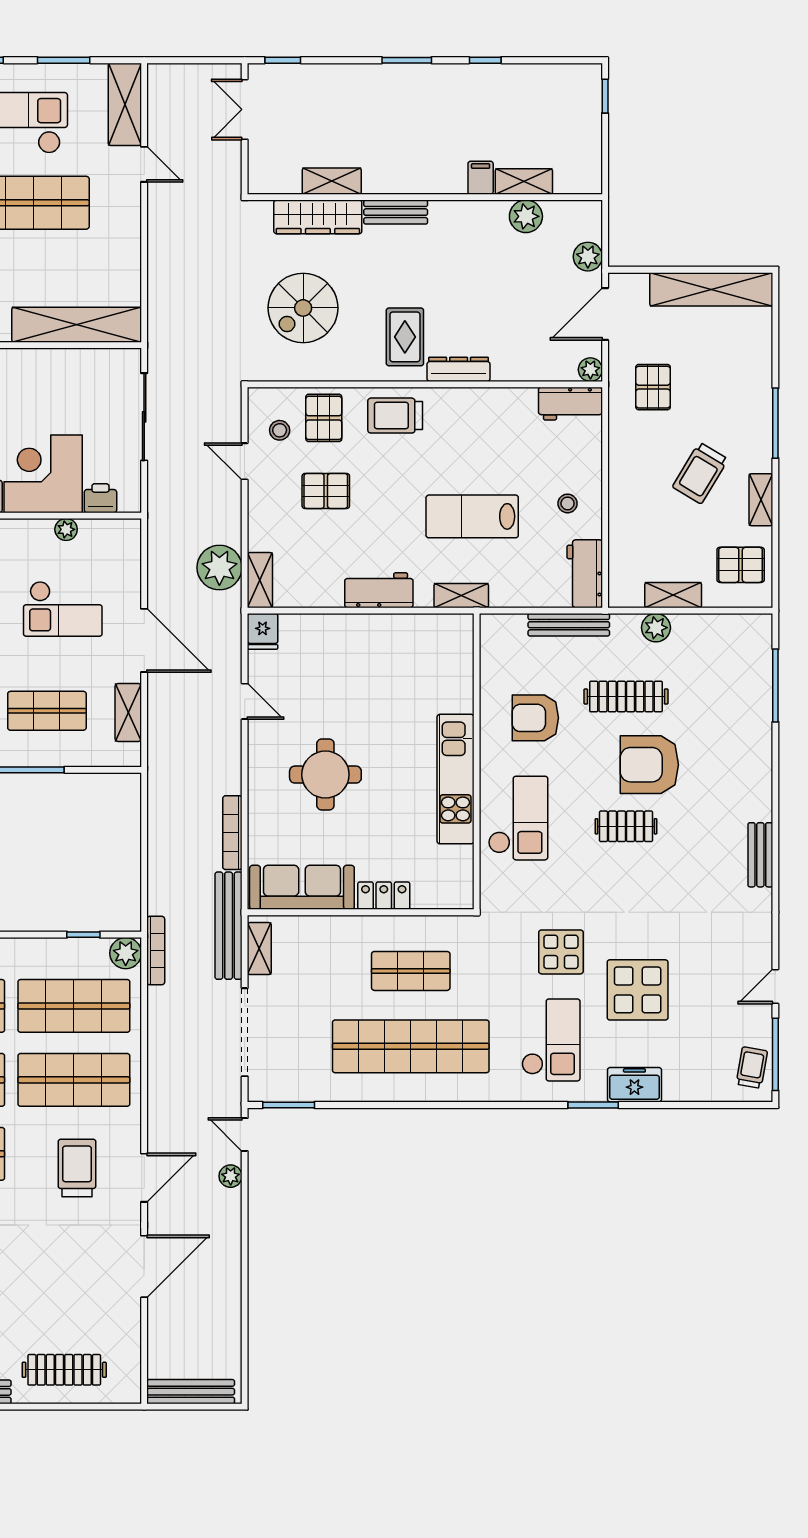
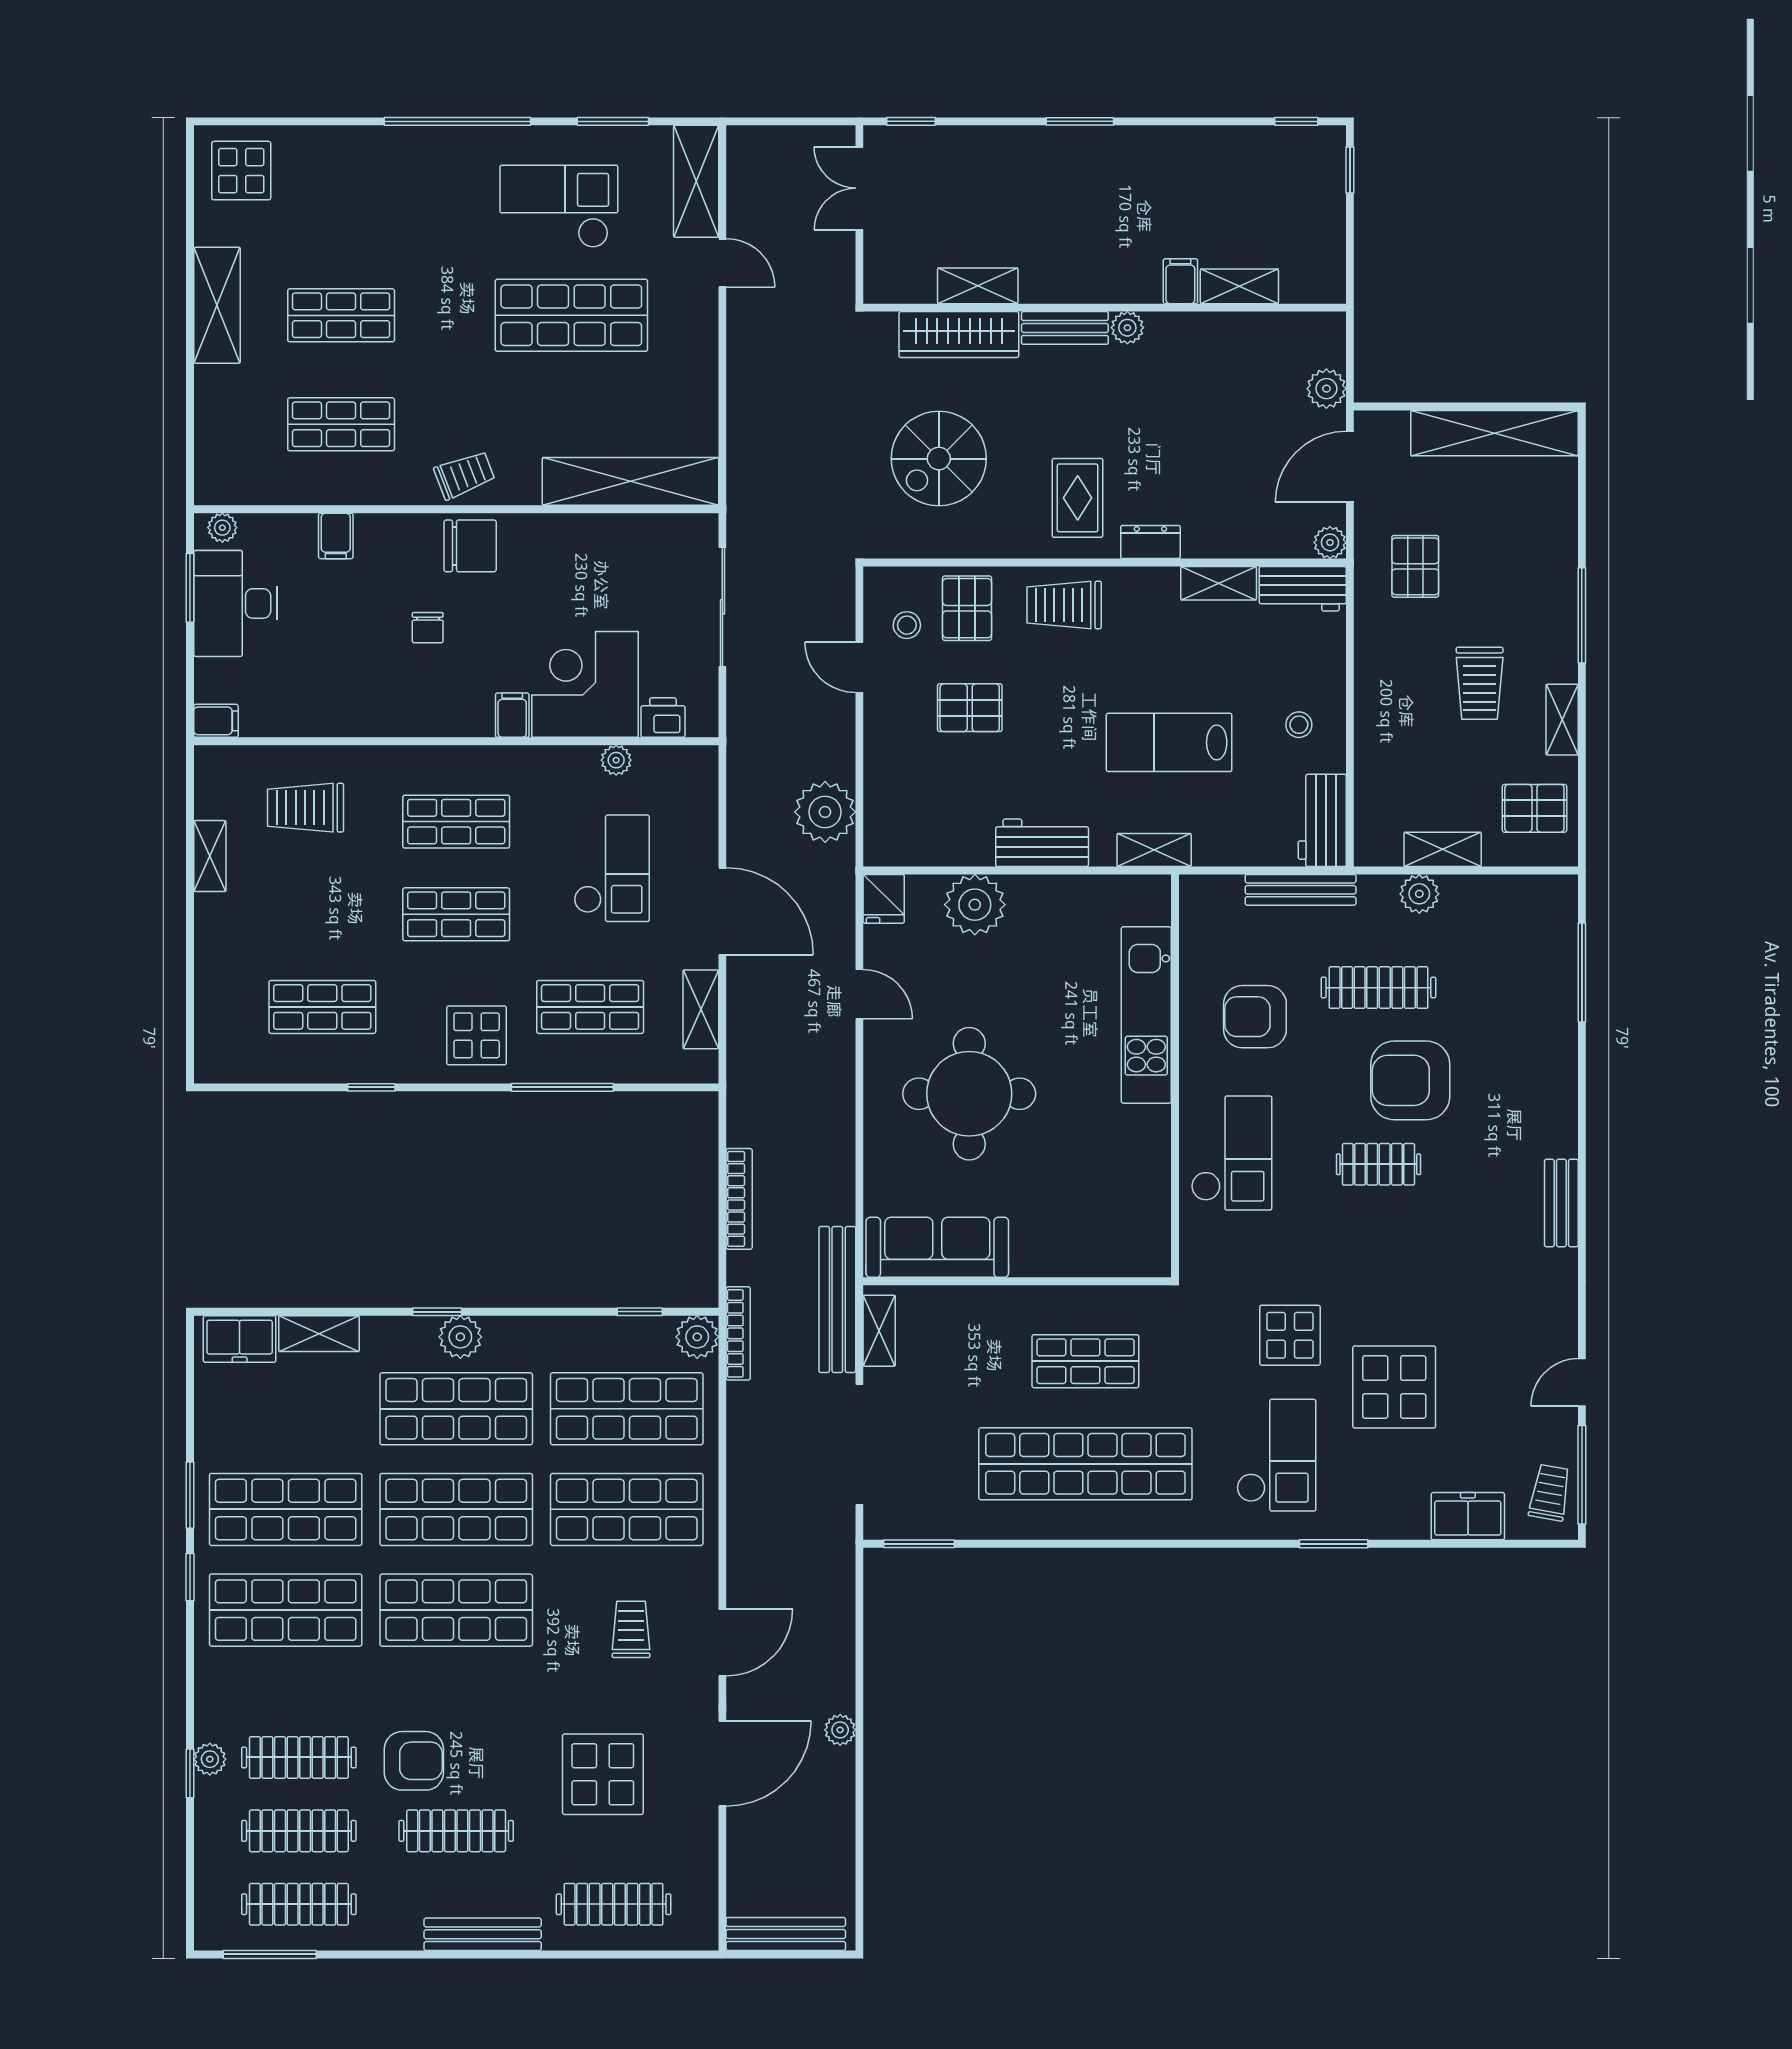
window: (485, 60) -> (1296, 121), moved
plant: (526, 216) -> (1127, 328), moved, width x0.73, depth x0.73
dresser: (459, 369) -> (1150, 542), width x0.70
trolley: (700, 473) -> (1480, 683), turned -31
shelving: (260, 580) -> (1219, 583), moved, turned 90
checkout: (63, 609) -> (612, 868), turned -90
plant: (330, 636) -> (975, 905), added
round table: (325, 775) -> (969, 1094), width x1.36, depth x1.36
kitchen unit: (455, 779) -> (1146, 1015), moved
bookcase: (232, 833) -> (739, 1199), moved, turned 180
locker: (384, 896) -> (1049, 1259), removed
freezer: (634, 1085) -> (1468, 1516), moved
door: (245, 1135) -> (859, 1584), removed
trolley: (77, 1168) -> (631, 1629), width x0.73, depth x0.72
plant: (231, 1176) -> (840, 1730), moved
display table: (56, 1274) -> (603, 1774), added

